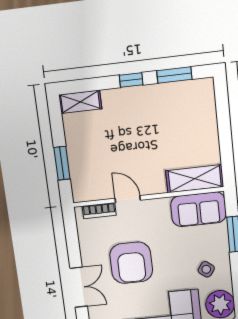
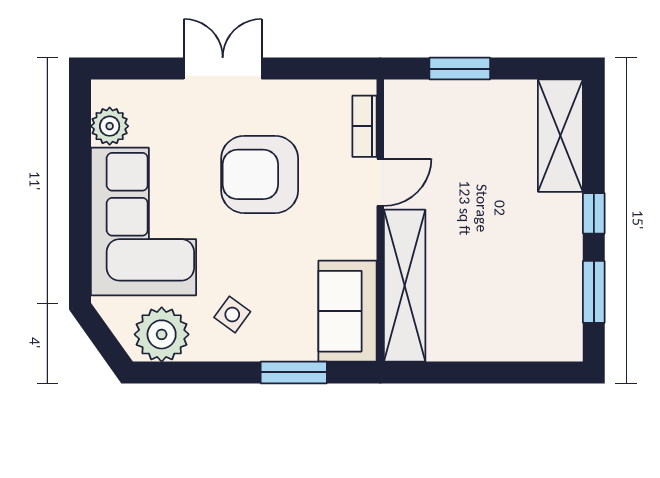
shelving: (80, 102) -> (560, 136), width x1.50, depth x1.33
shelving: (195, 179) -> (405, 286), width x1.47
double door: (79, 287) -> (223, 69), swing flipped

